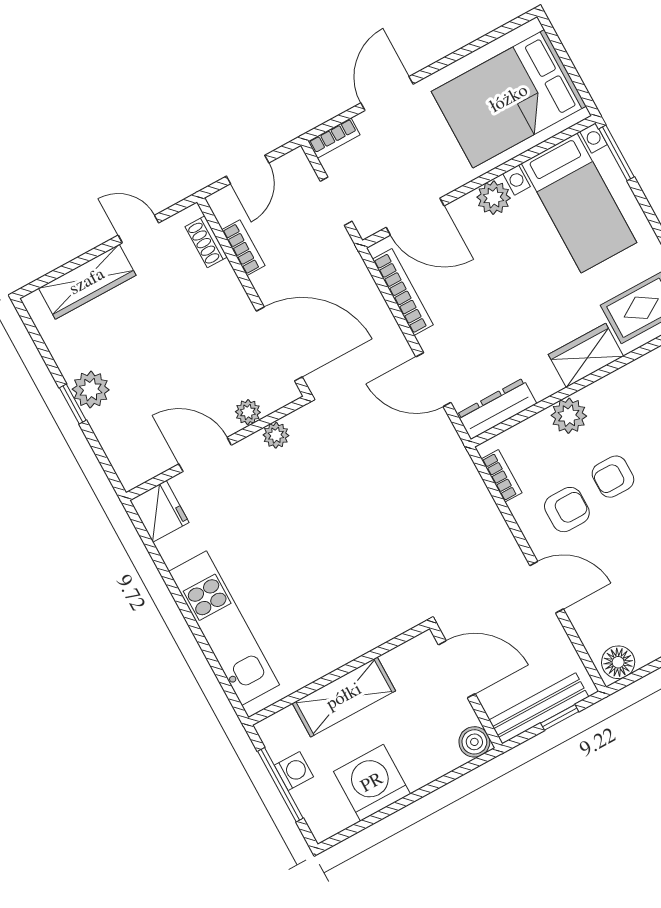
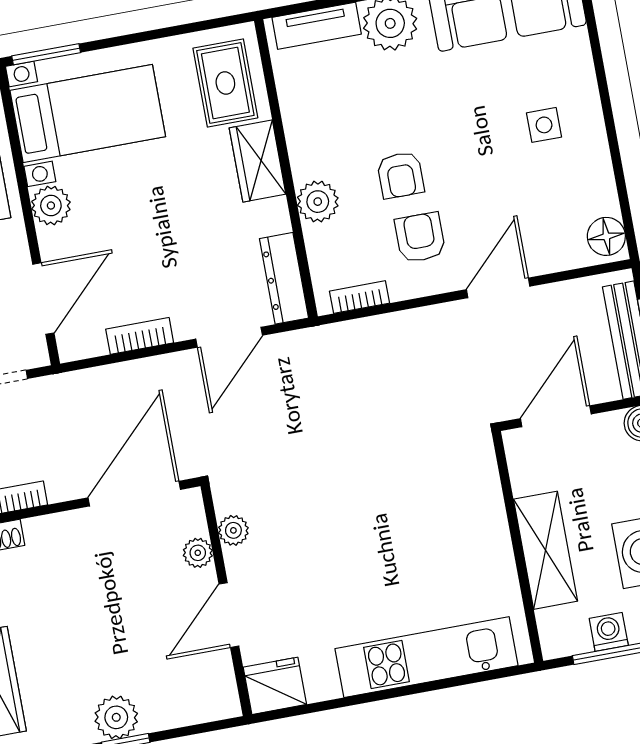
bookcase: (403, 292) -> (140, 336), width x0.64

